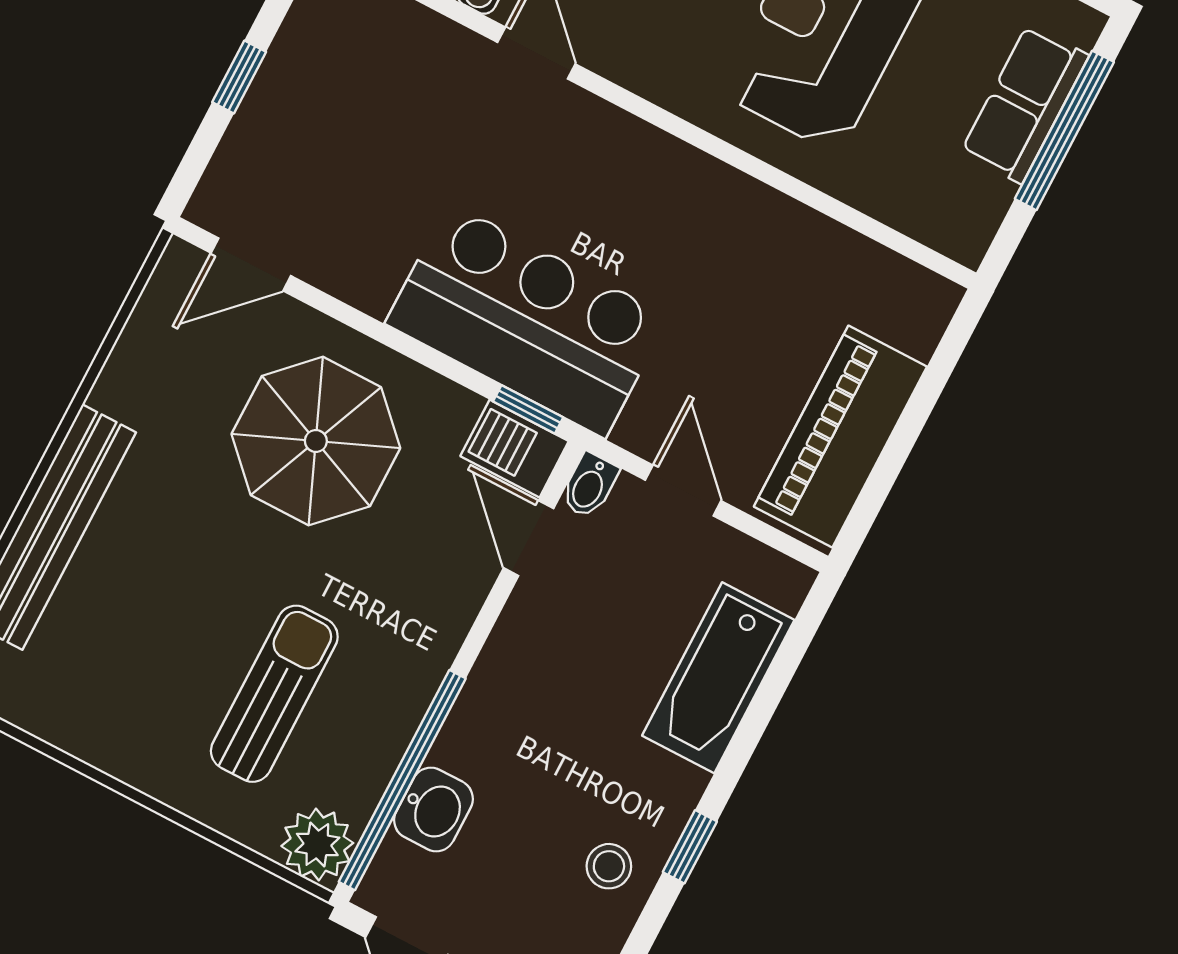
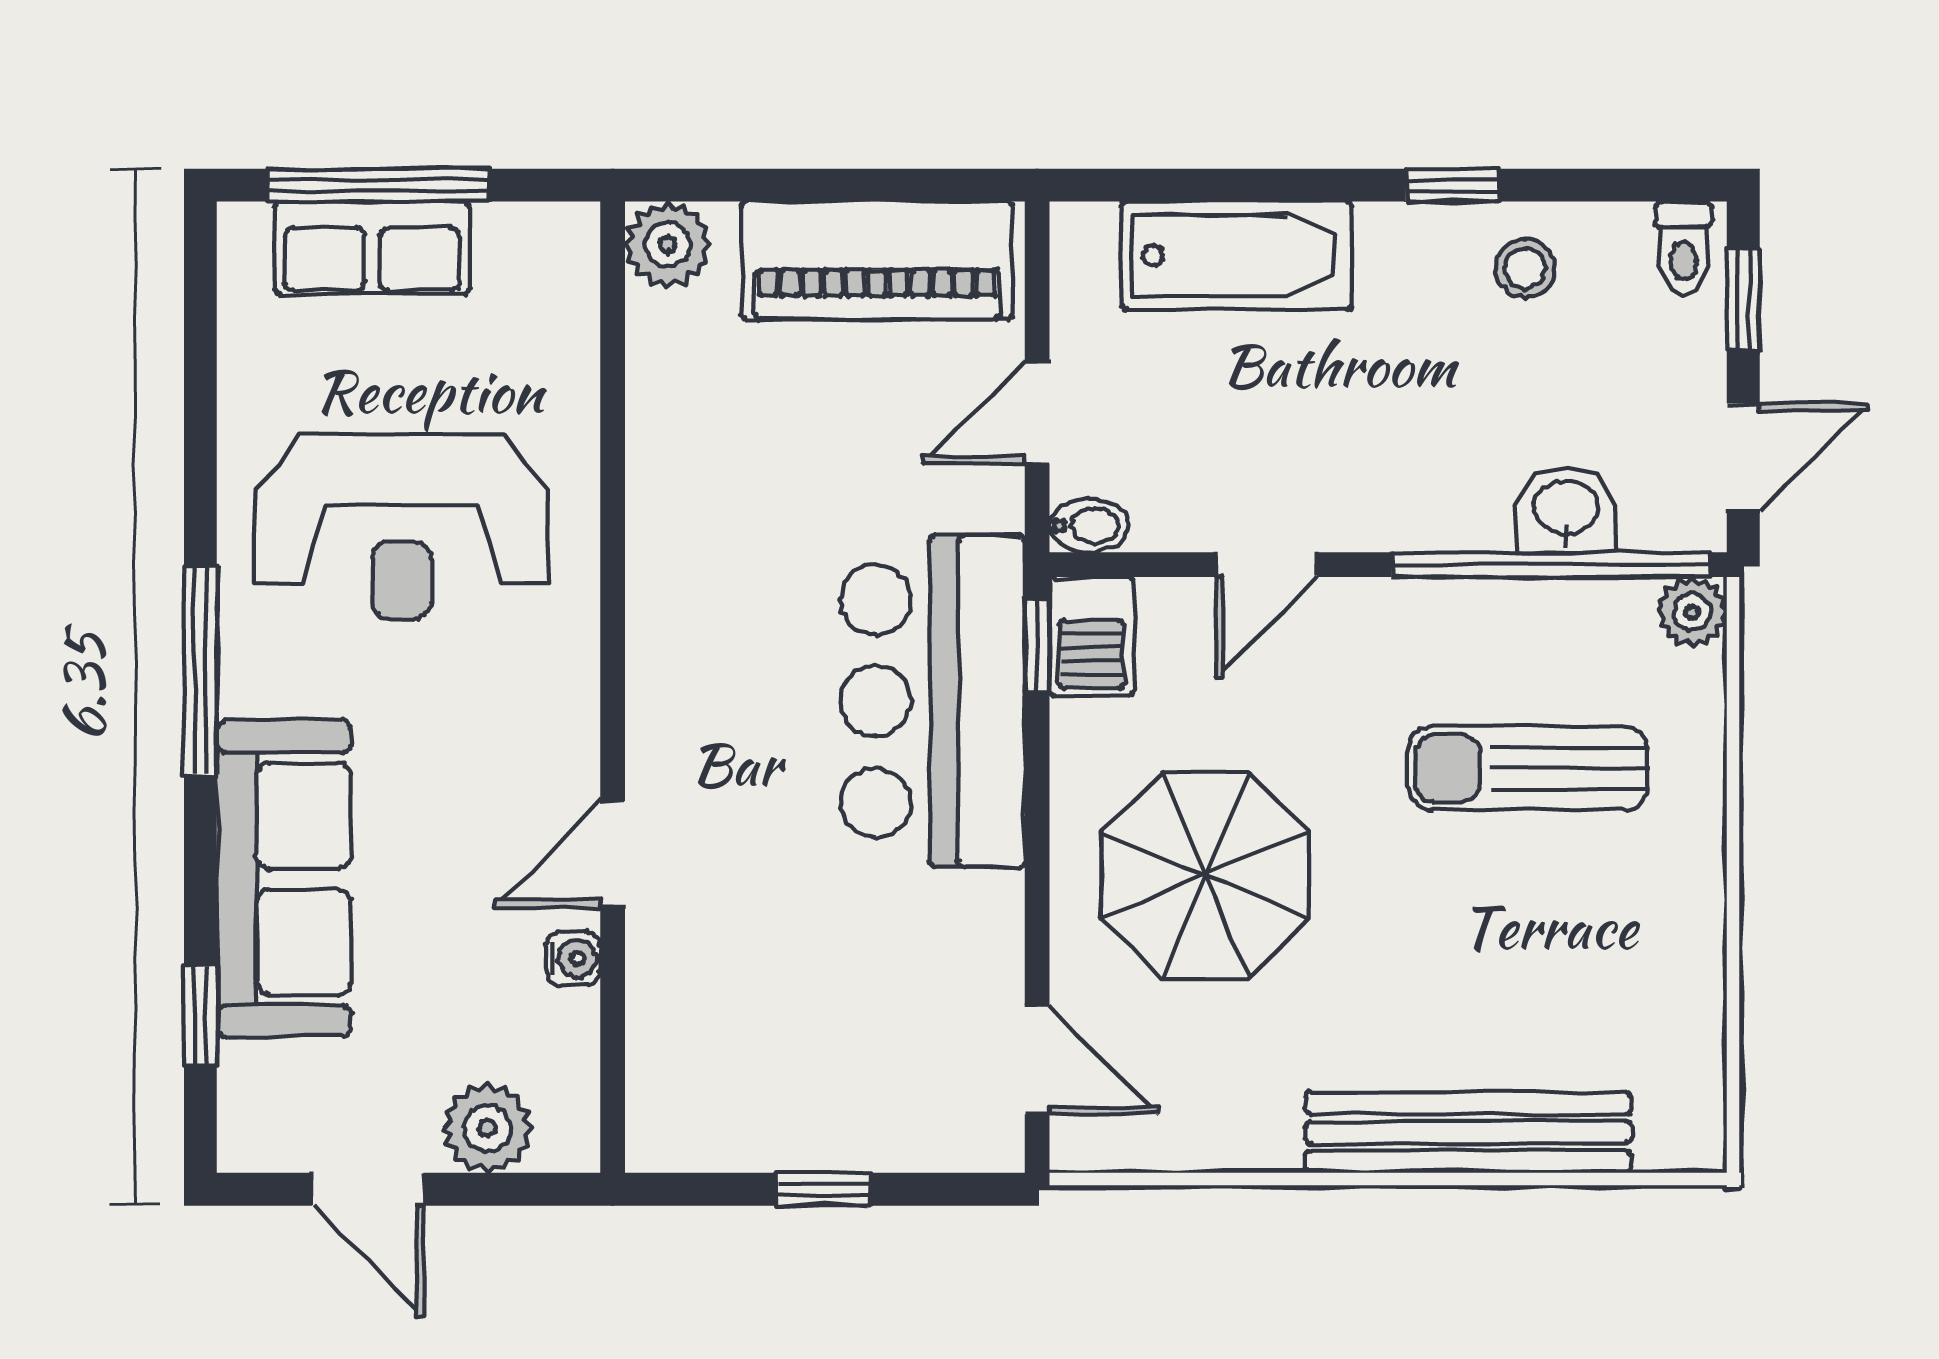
plant: (924, 303) -> (668, 244), added
door: (529, 538) -> (1267, 565), moved
plant: (317, 844) -> (1692, 612), width x0.73, depth x0.73

